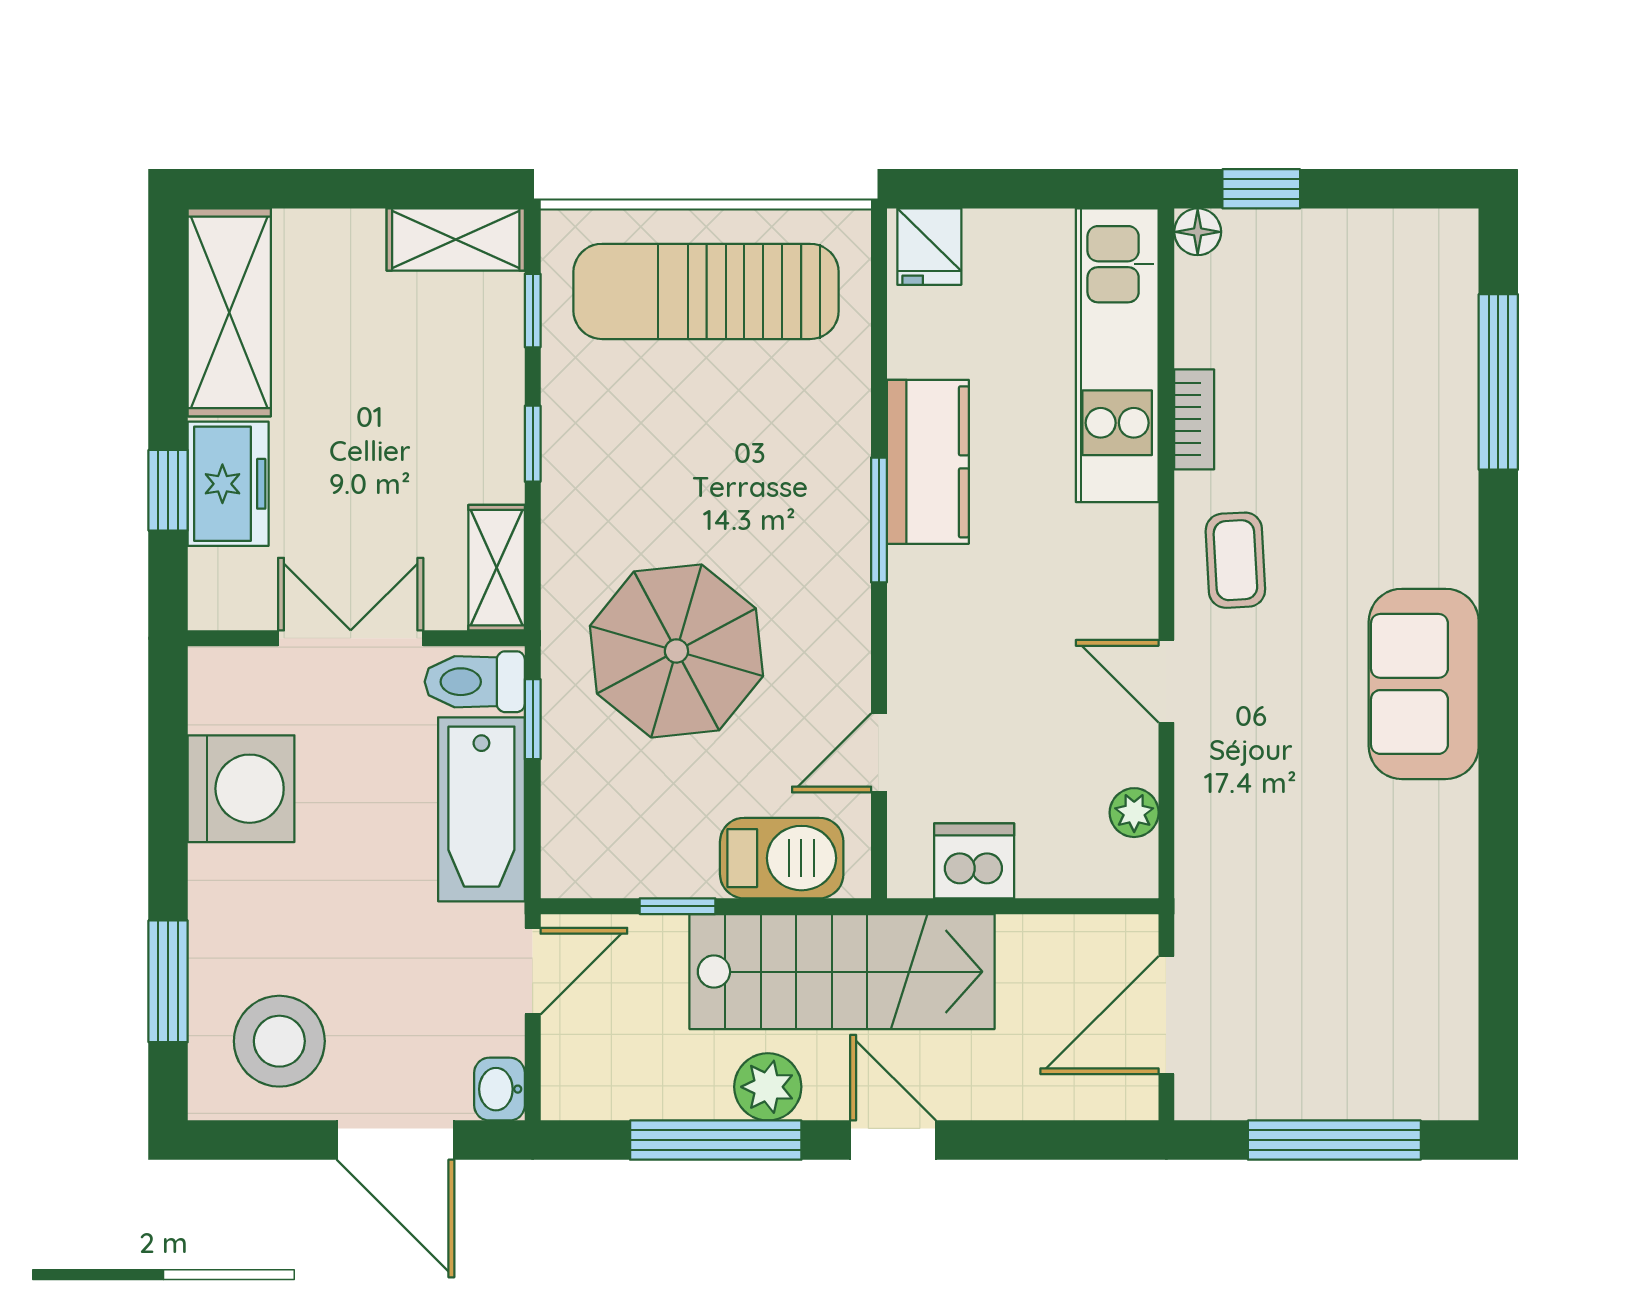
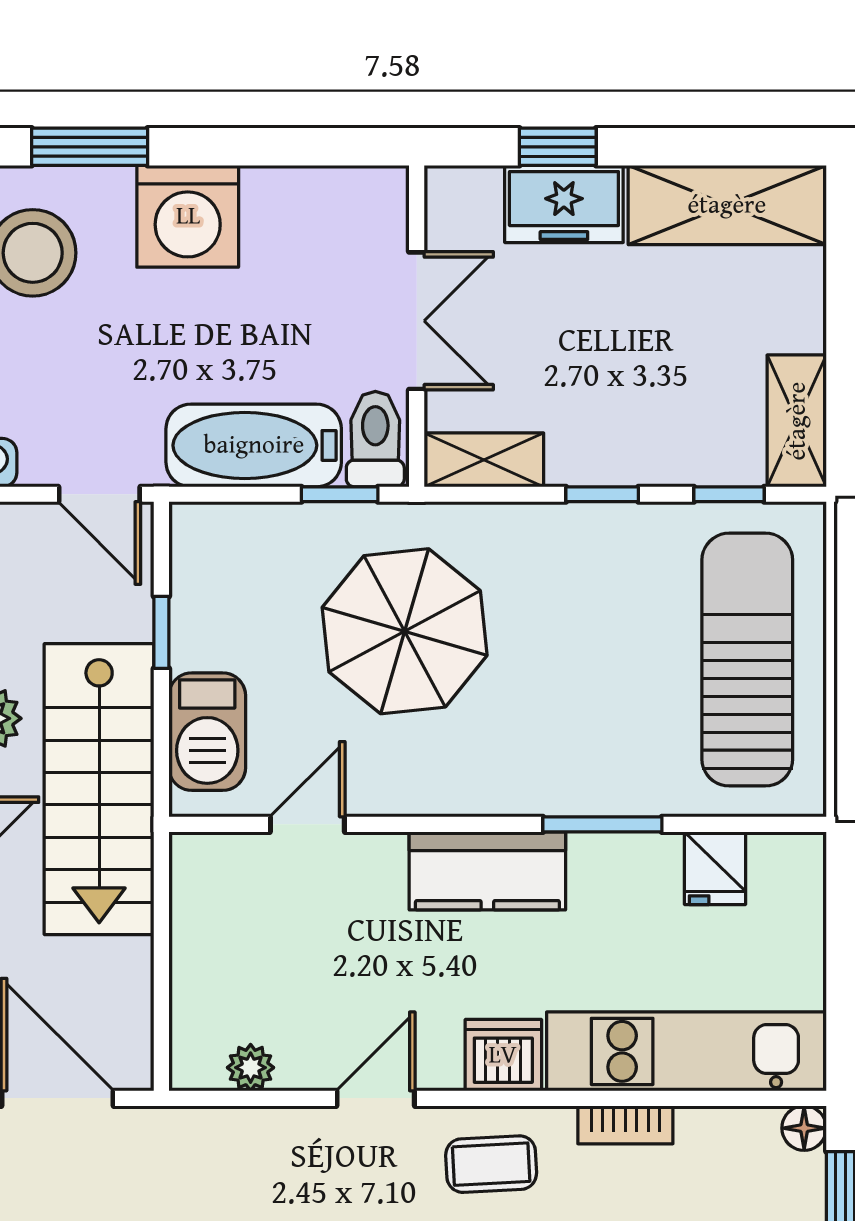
fridge: (929, 247) -> (715, 868), moved, turned -90
kitchen counter: (928, 462) -> (487, 871), moved
window: (879, 520) -> (602, 824), moved
door: (879, 753) -> (307, 824), hinge flipped
washing machine: (241, 789) -> (188, 216), moved
dishwasher: (974, 861) -> (503, 1055), moved, turned -90

